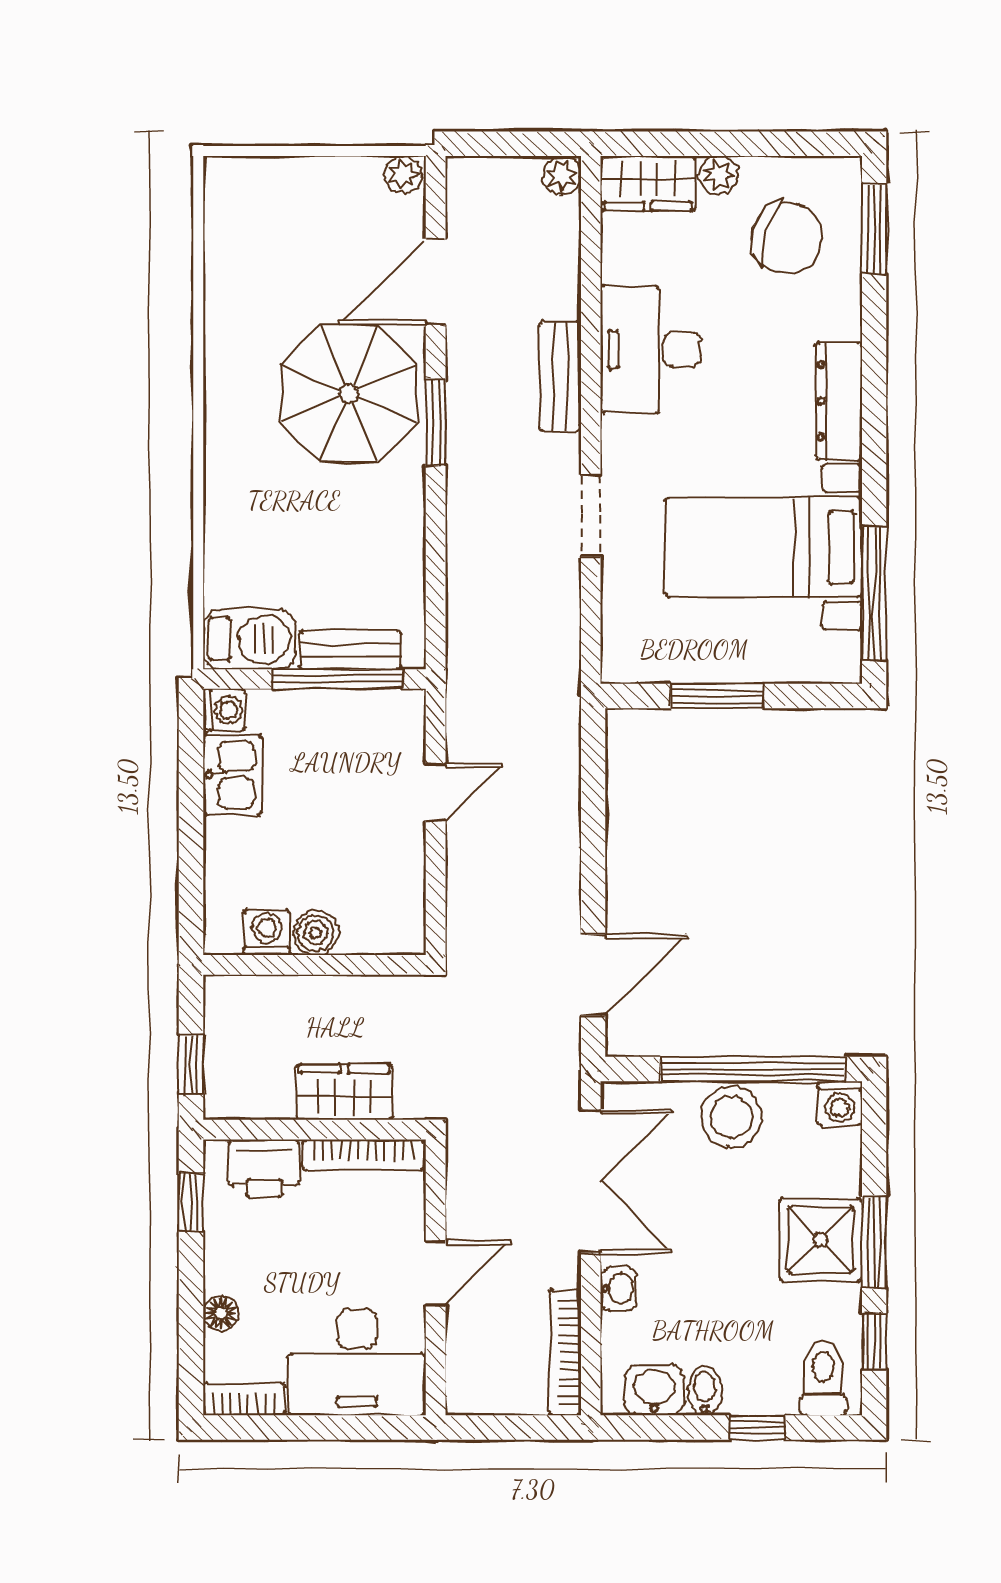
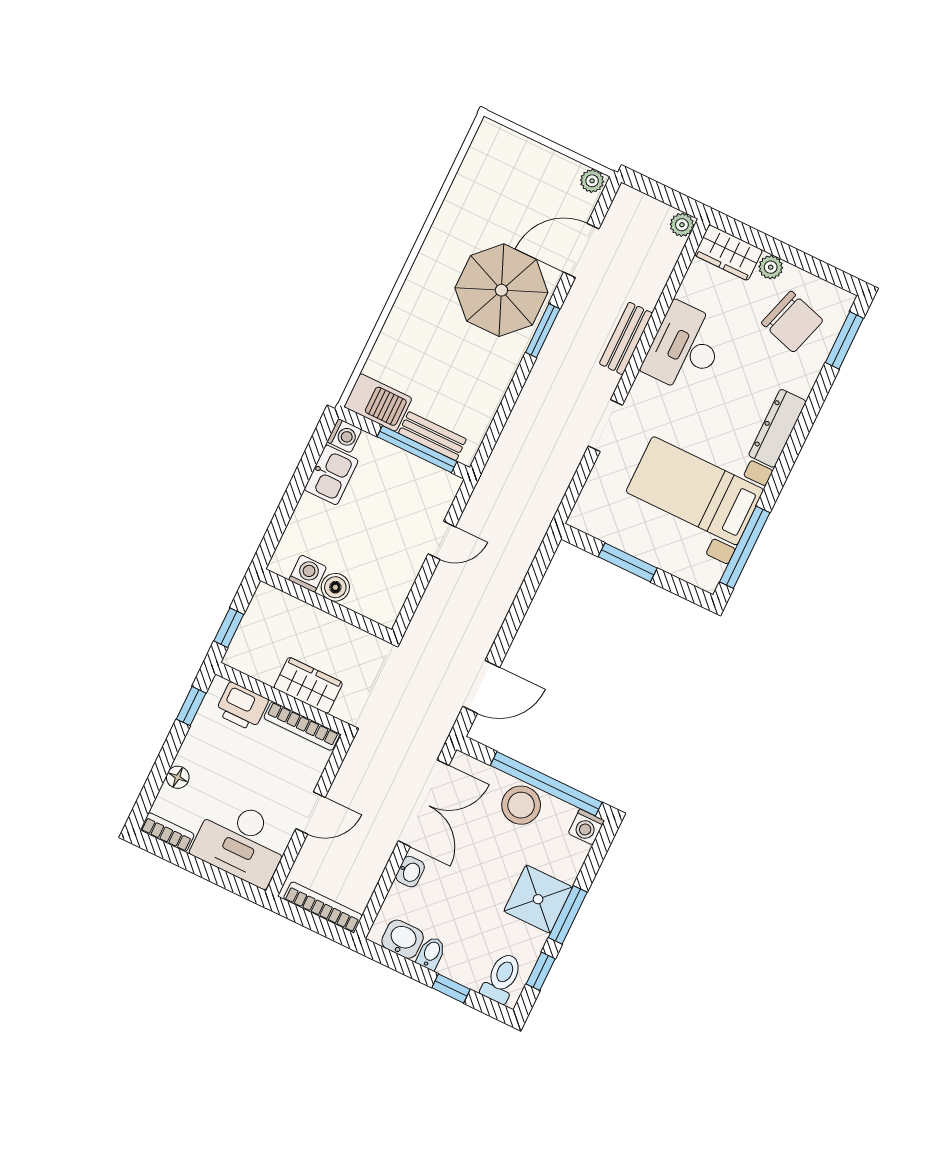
bookcase: (565, 1353) -> (323, 907), moved, turned 90

